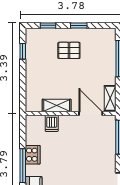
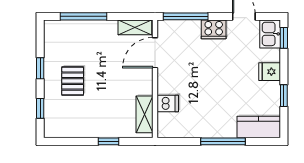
window: (23, 51) -> (109, 141), moved
shelving: (57, 106) -> (145, 114), moved
cooker: (33, 155) -> (214, 29), moved, turned 180

